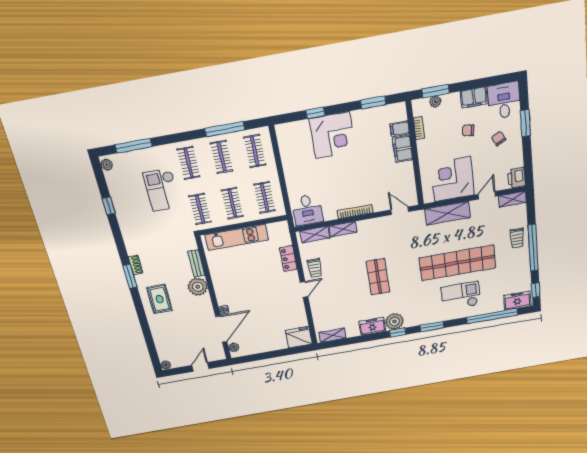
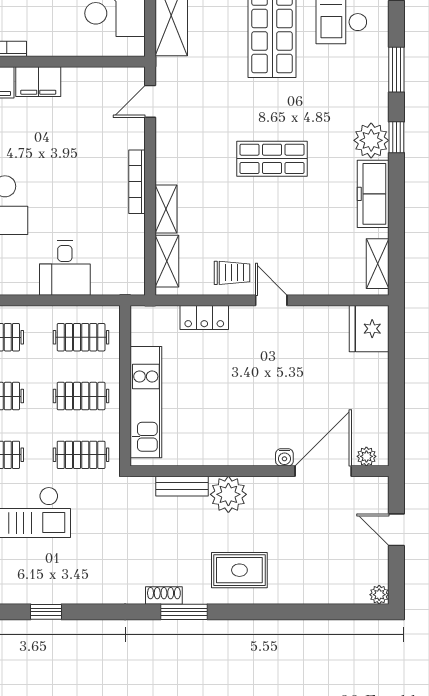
desk: (307, 210) -> (65, 268), moved, turned 90
freezer: (372, 326) -> (373, 194), width x1.40
door: (221, 329) -> (323, 471), hinge flipped

